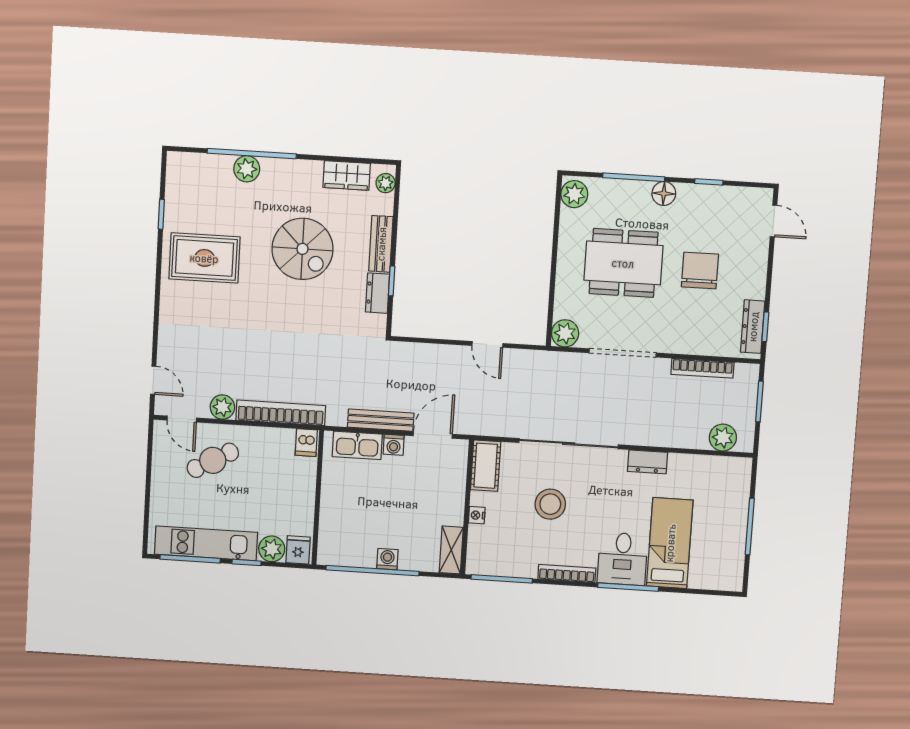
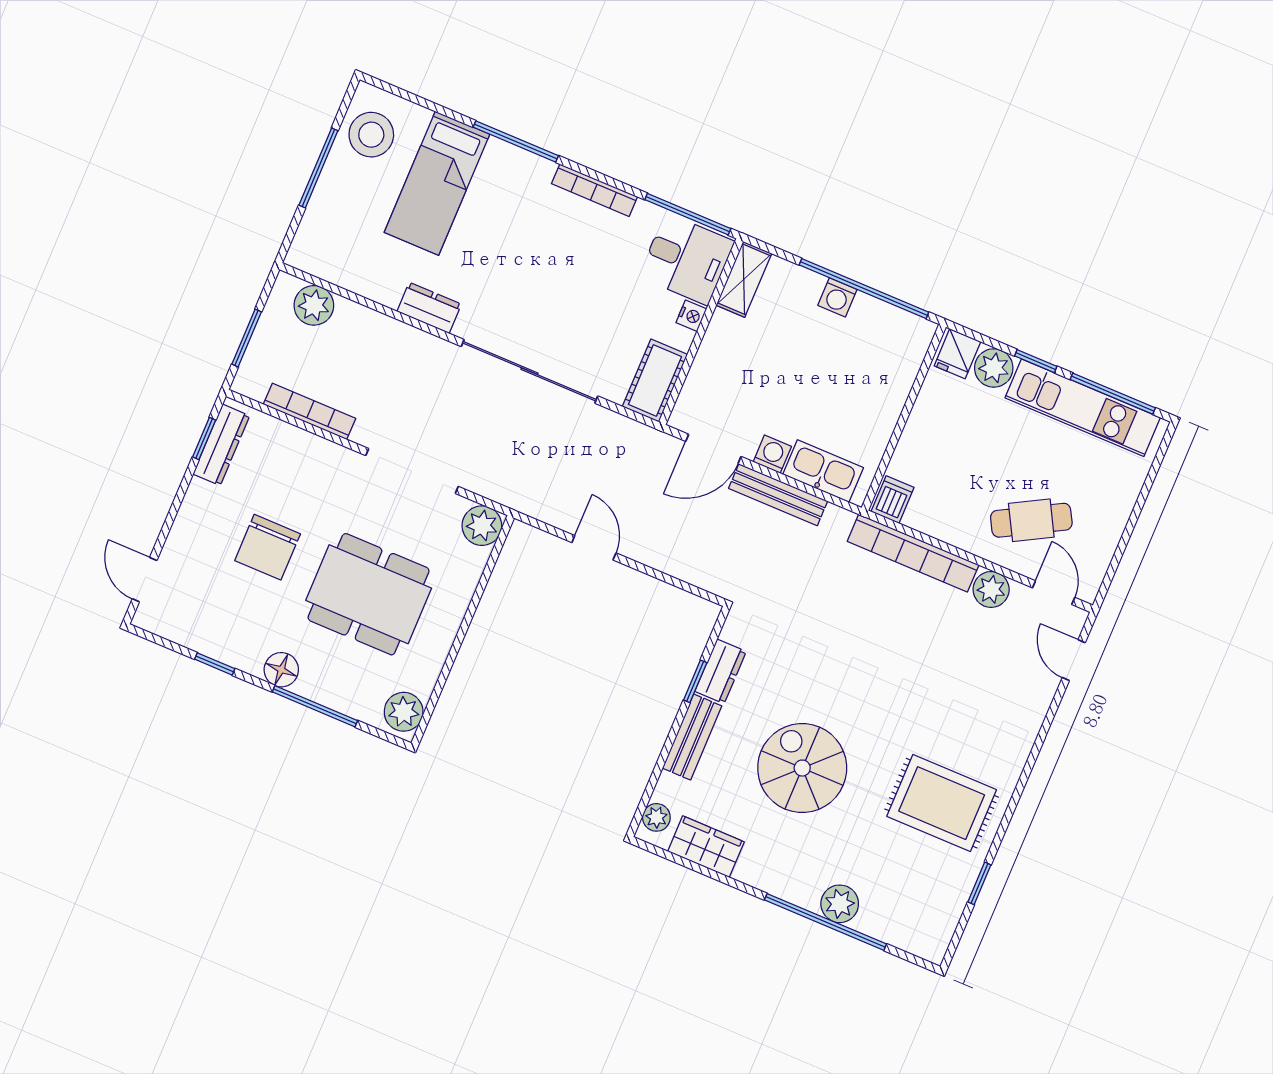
stool: (550, 504) -> (371, 135), moved
desk: (623, 559) -> (687, 259), moved, turned 90

